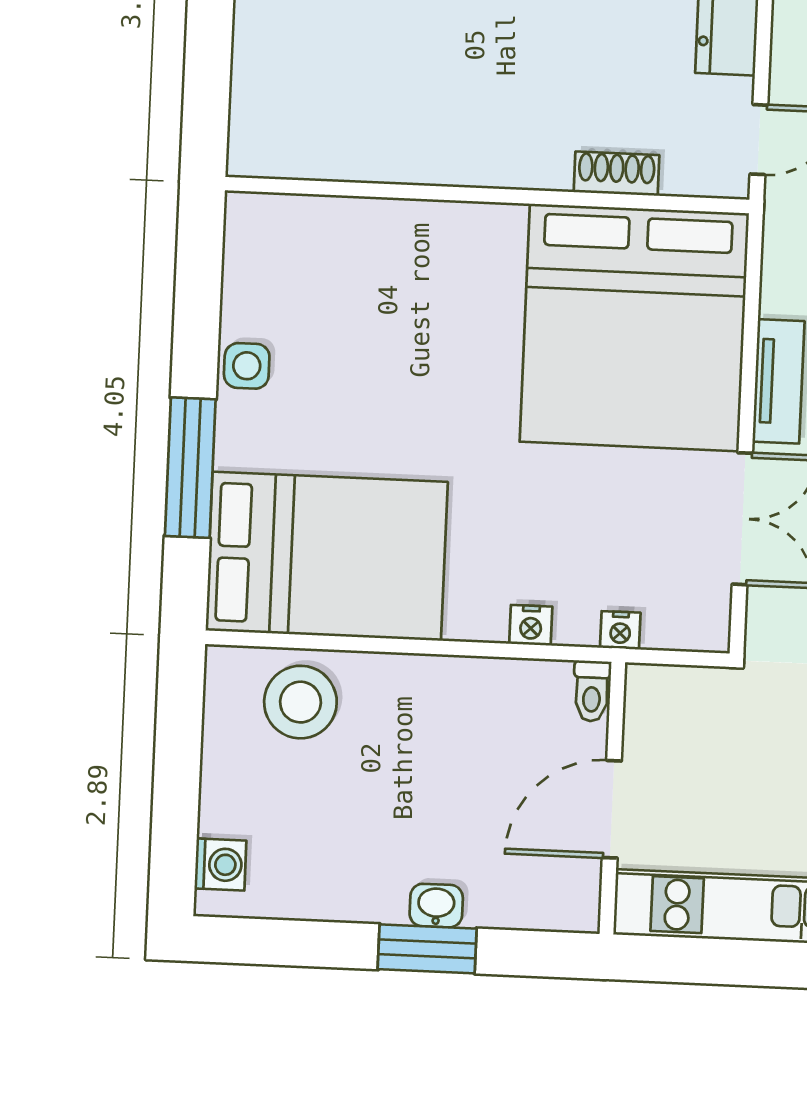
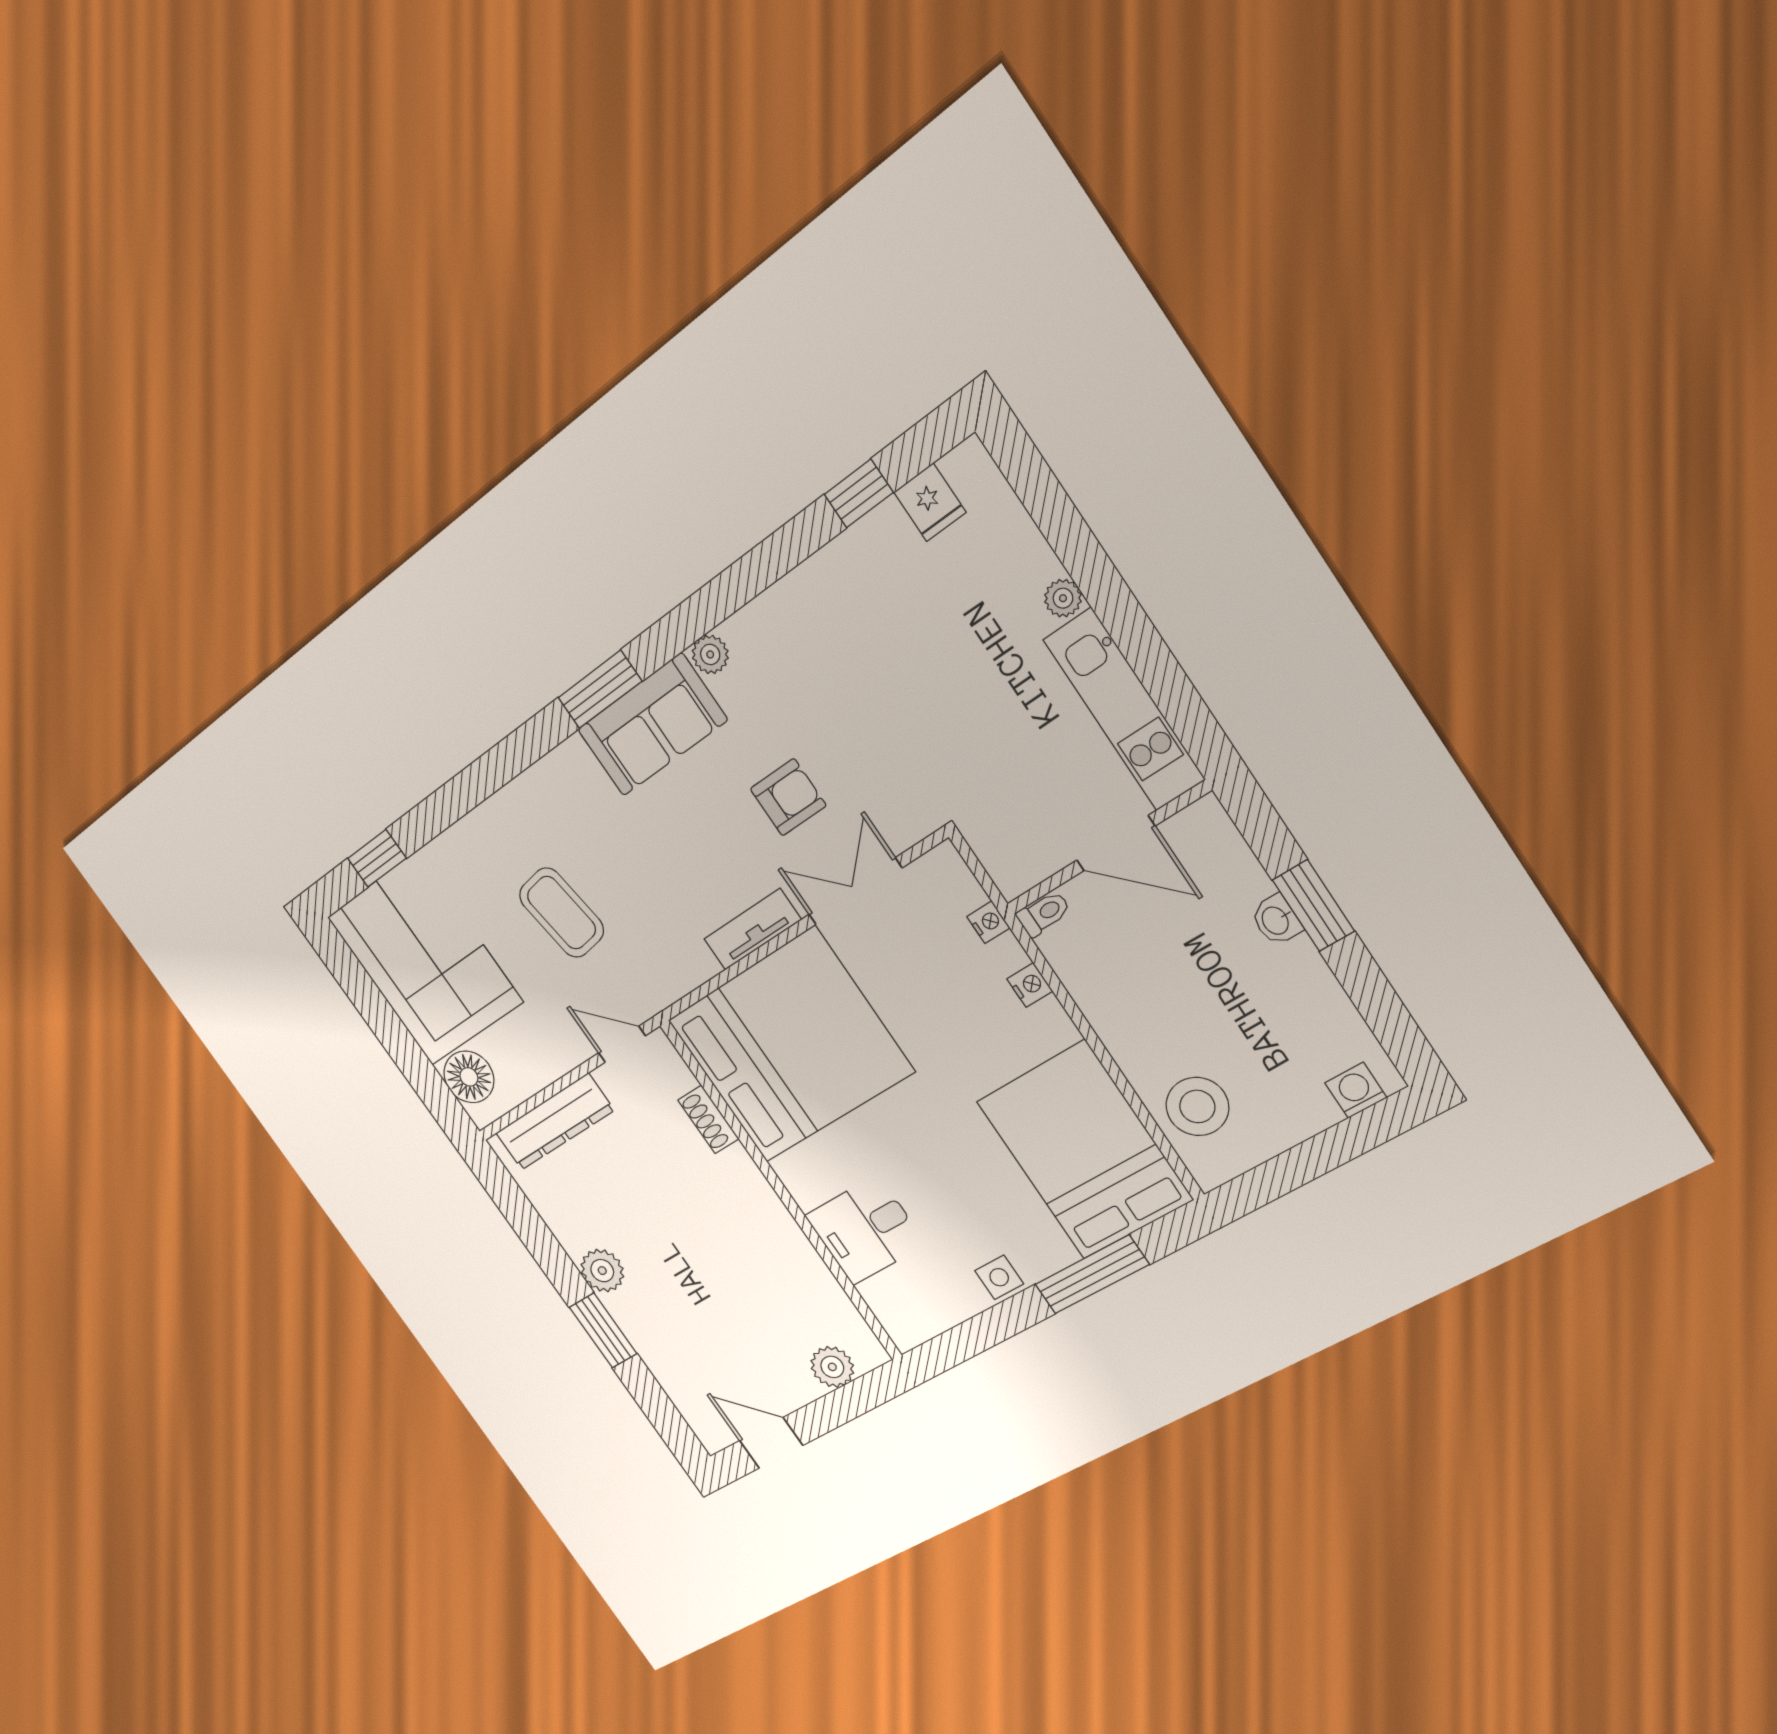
plant: (258, 99) -> (832, 1367), added
desk: (388, 257) -> (865, 1230), added

